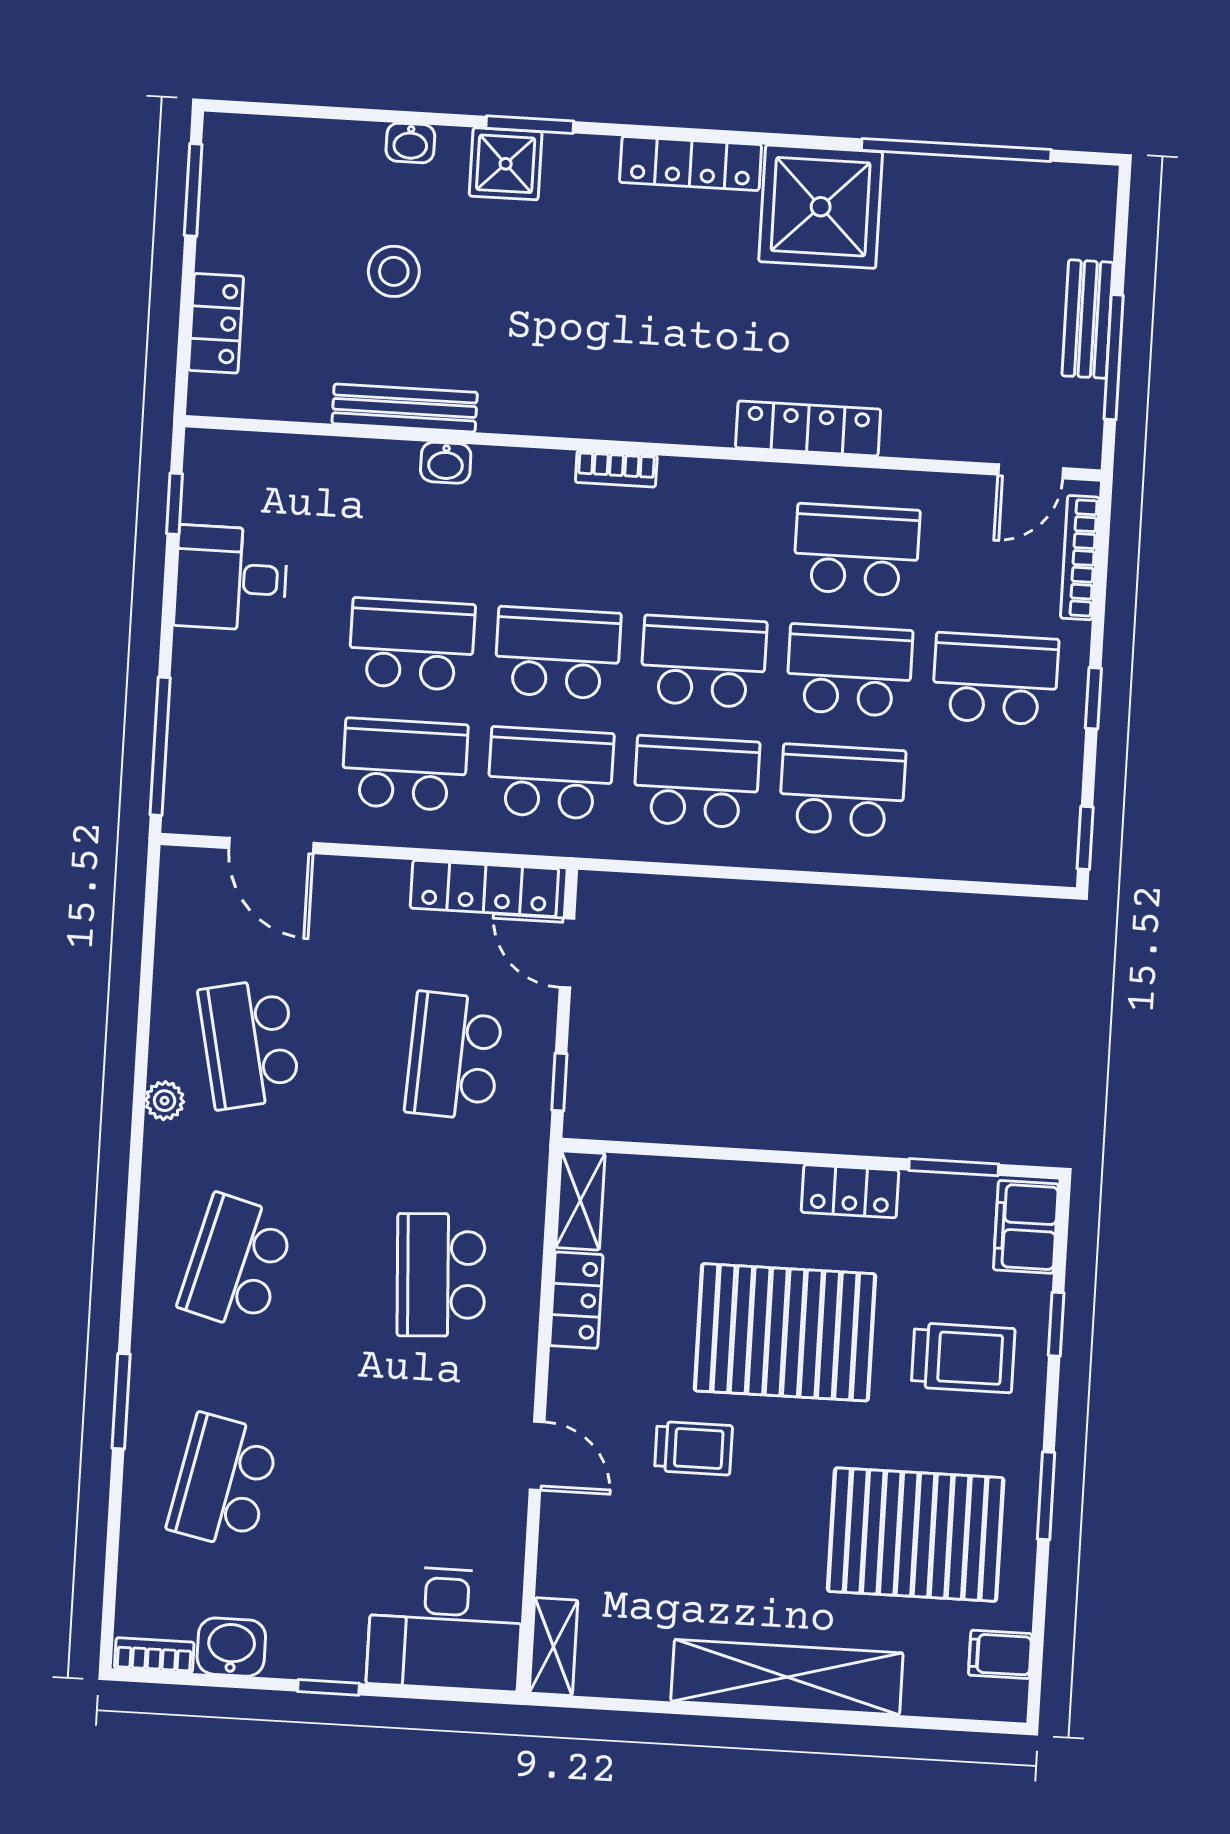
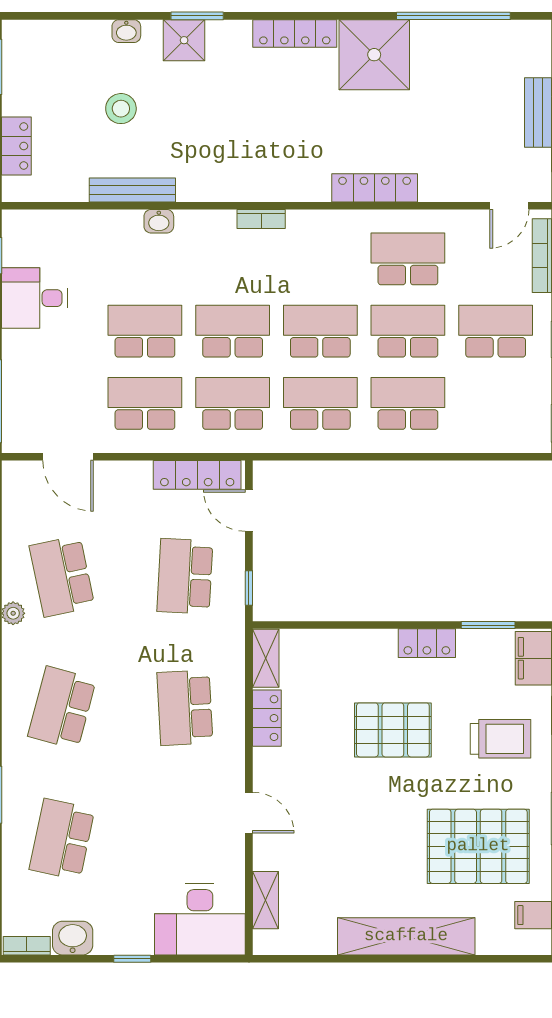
pallet: (785, 1332) -> (393, 730), width x0.73, depth x0.71
trolley: (693, 1448) -> (342, 803), removed
shelving: (554, 1647) -> (266, 900), moved

